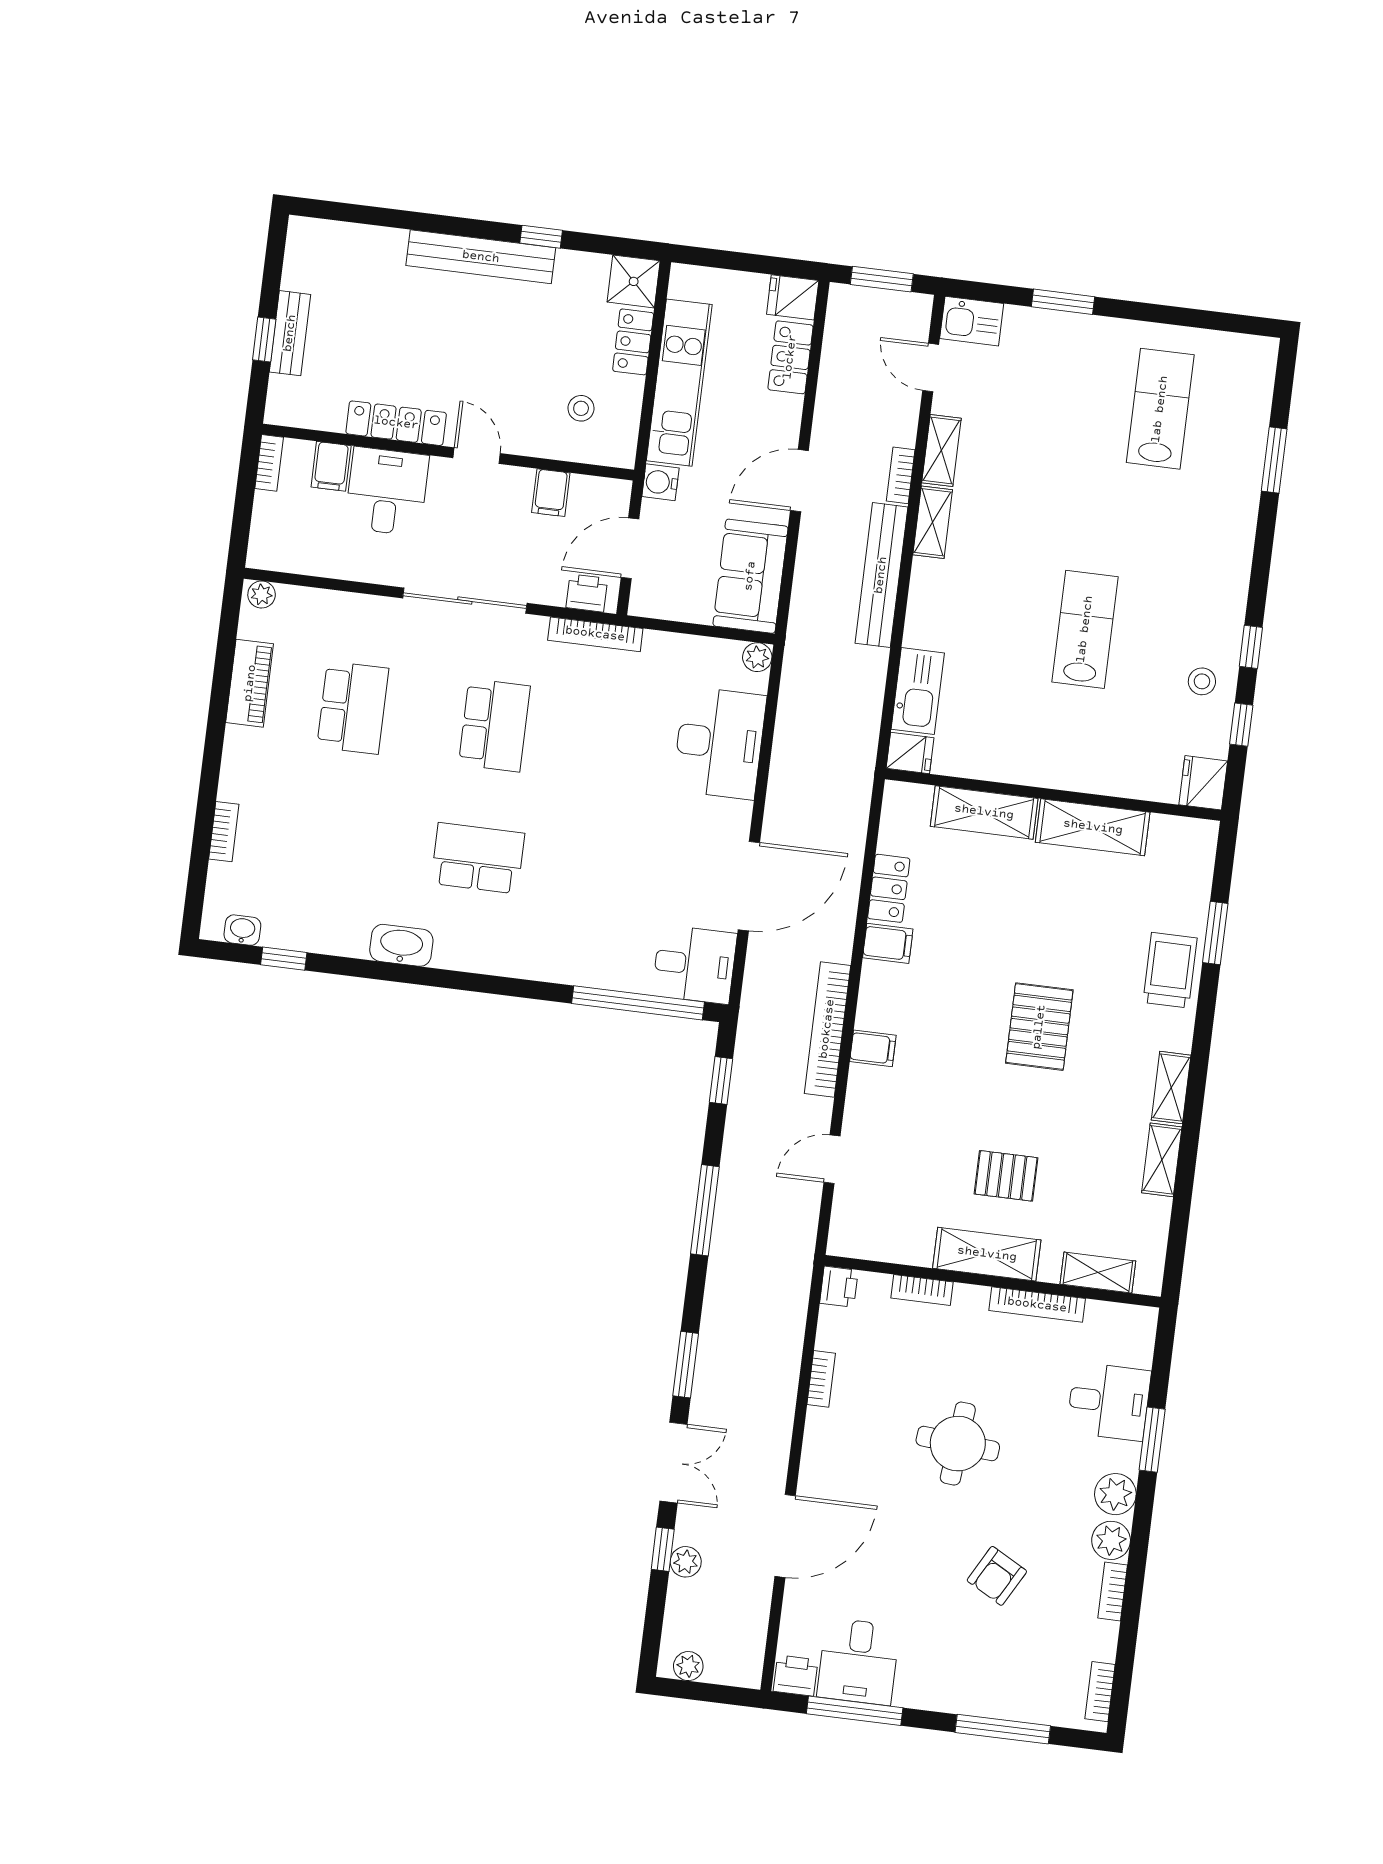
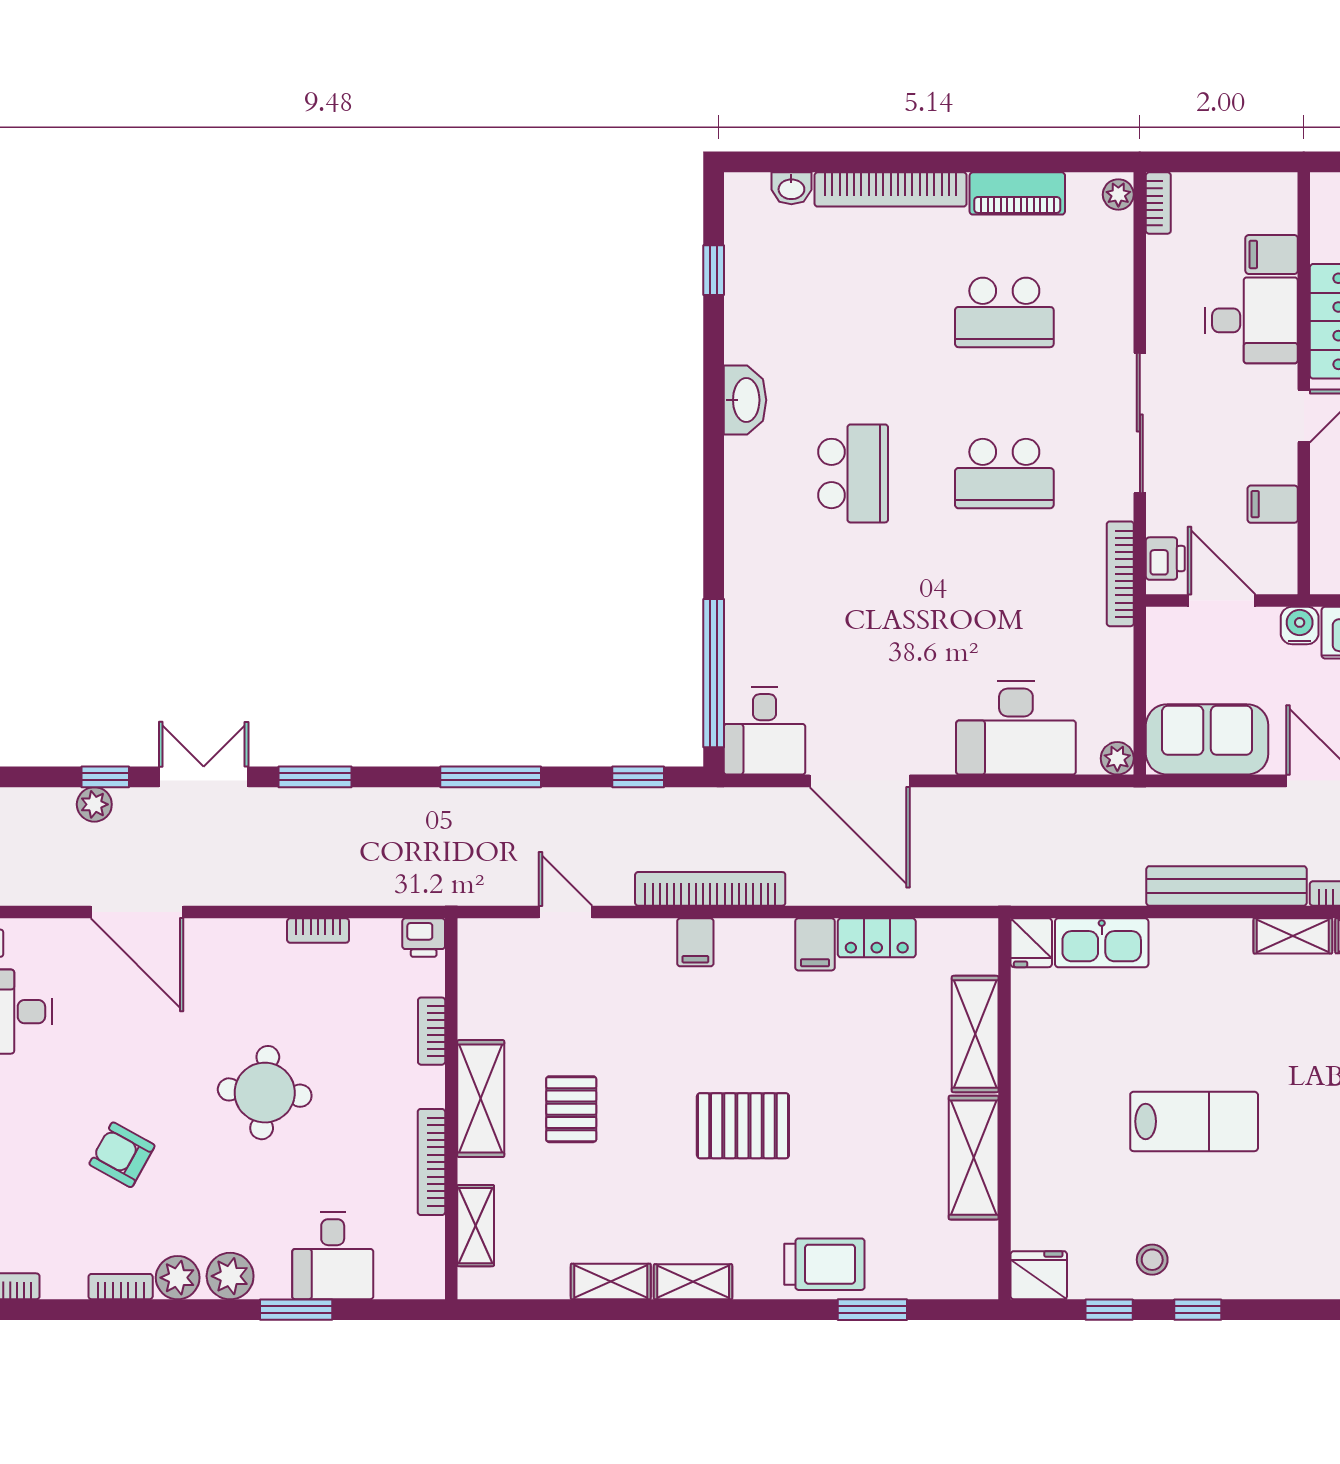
bookcase: (269, 463) -> (1158, 203), moved, turned -90
bookcase: (224, 832) -> (891, 189), width x2.31, depth x1.31
washbasin: (242, 930) -> (791, 188), moved, turned 90
double door: (673, 1463) -> (204, 777), swing flipped

